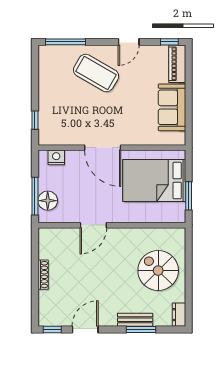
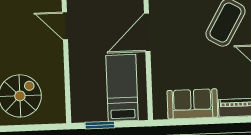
bed: (154, 181) -> (122, 88), width x0.67

